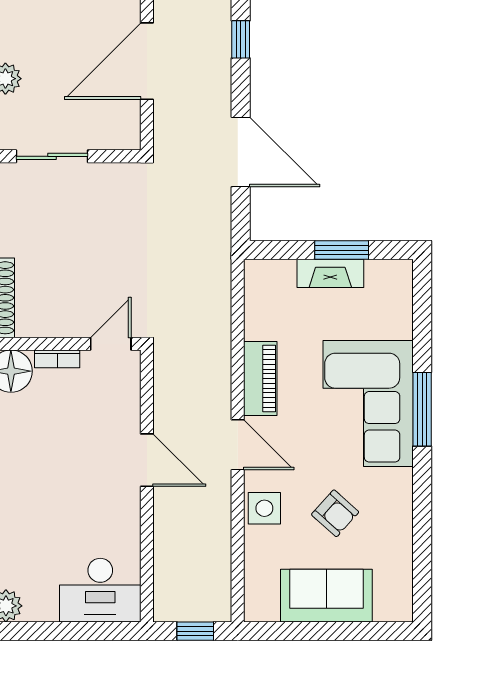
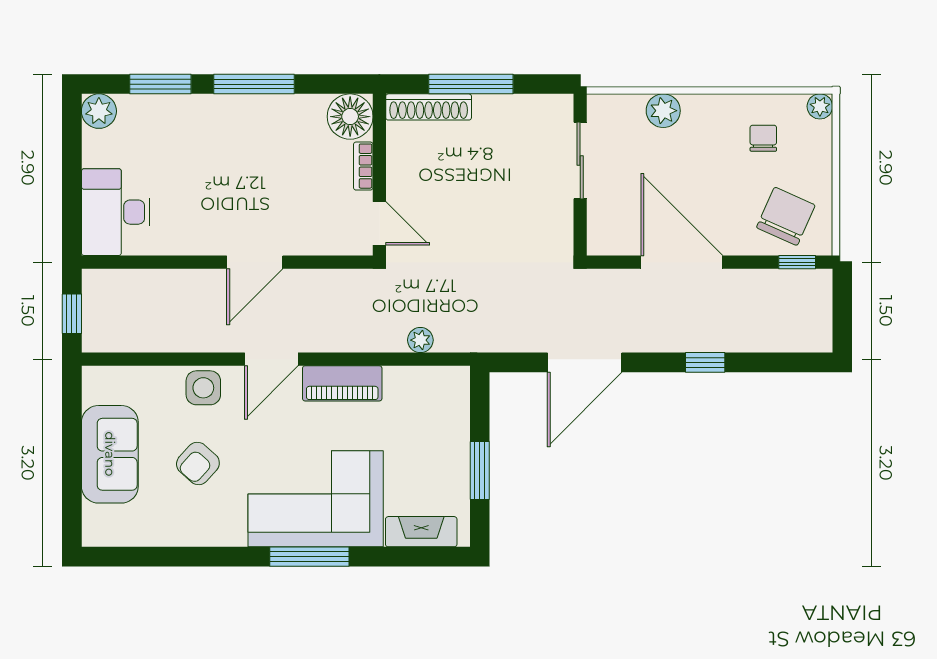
fireplace: (330, 273) -> (421, 532), moved, turned 90
plant: (220, 305) -> (420, 340), added

